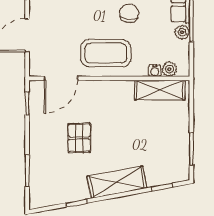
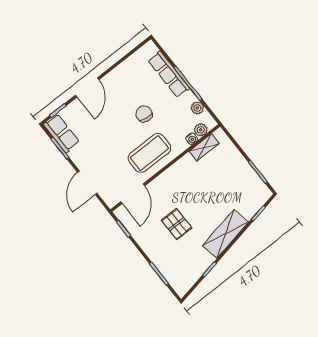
plant: (182, 32) -> (197, 108), moved
shelving: (160, 90) -> (204, 147), width x0.67, depth x0.75

